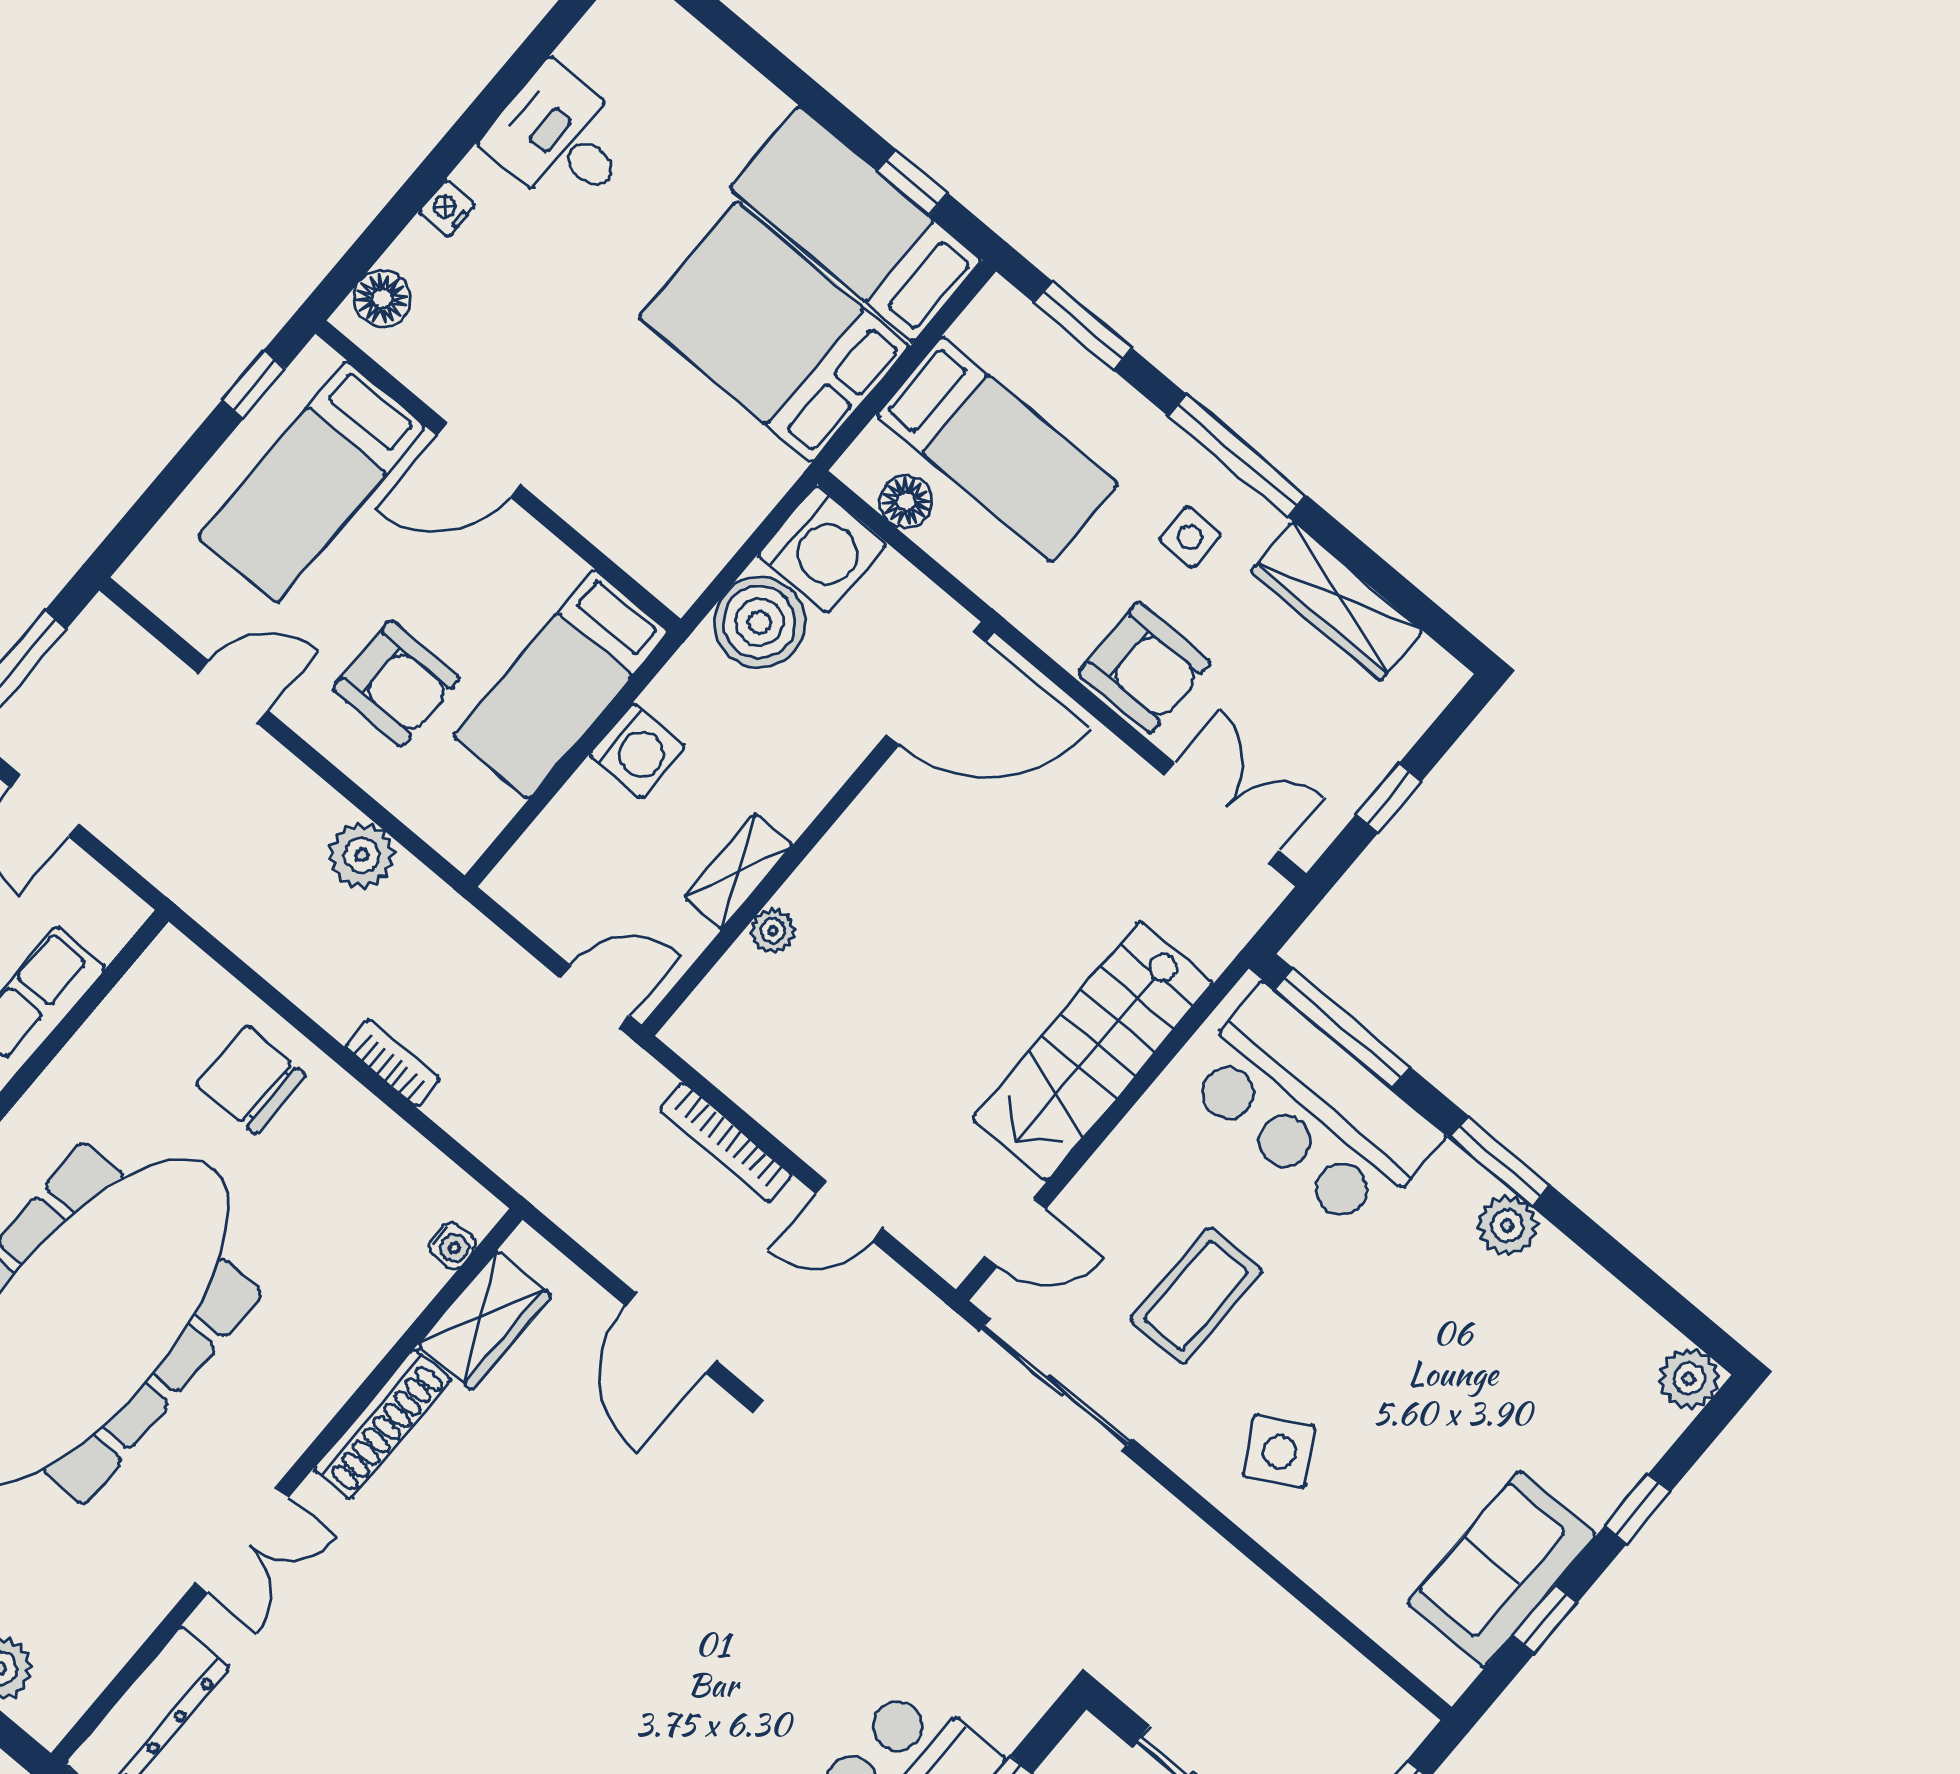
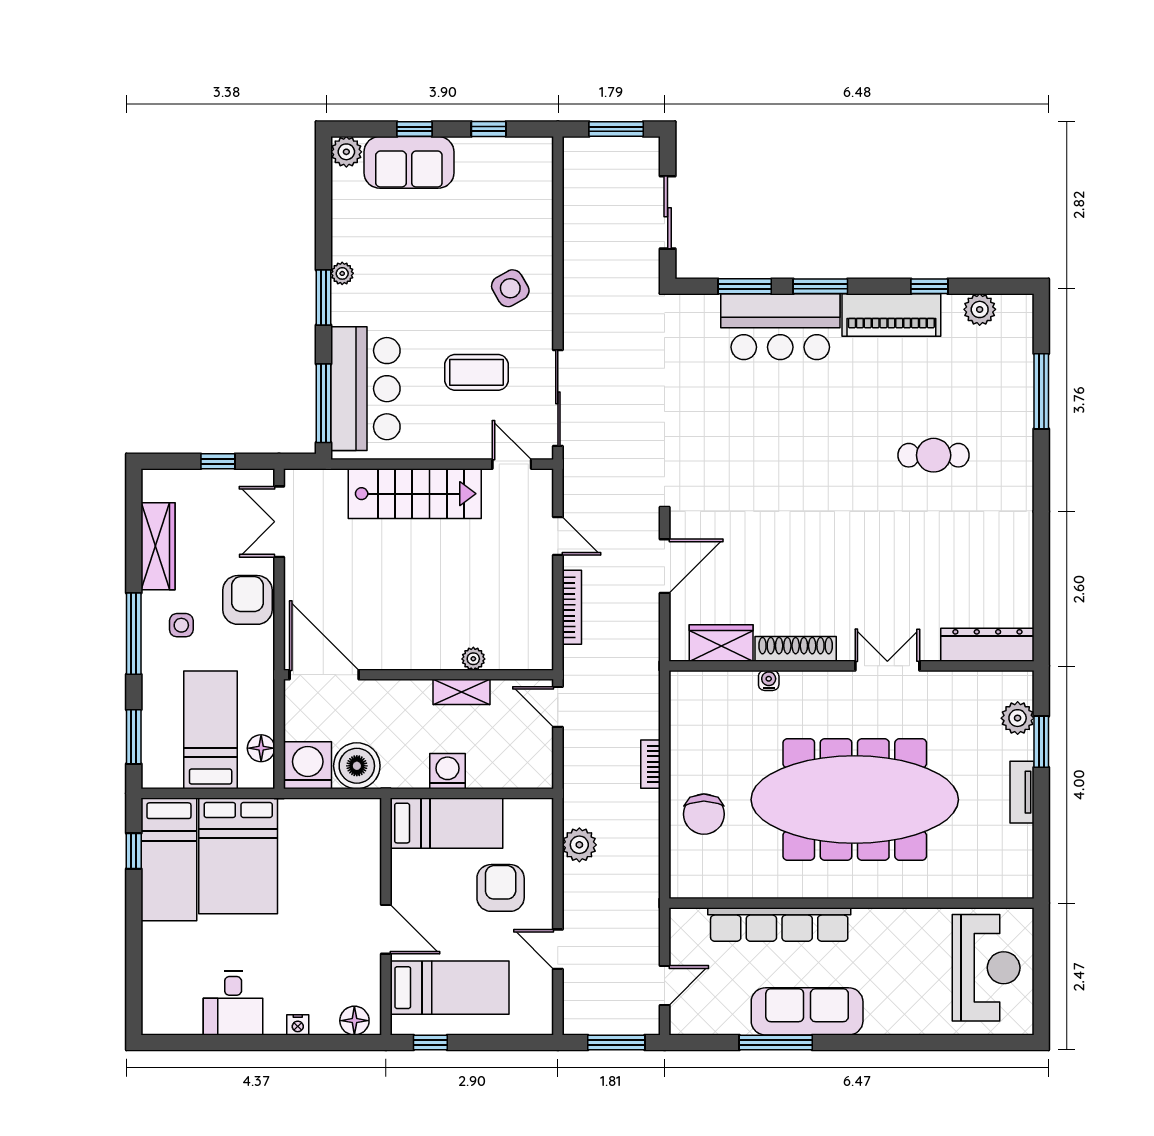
plant: (1507, 1226) -> (342, 273), width x0.73, depth x0.73
water cooler: (452, 1246) -> (769, 680), moved
sofa: (1502, 1569) -> (409, 162), moved

